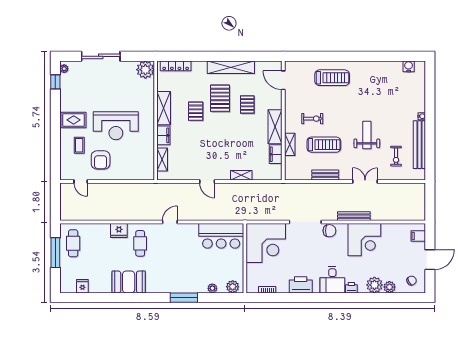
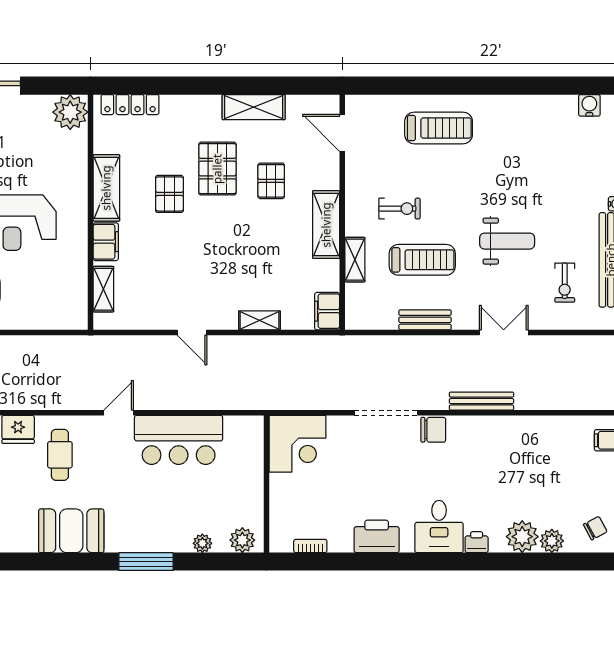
shelving: (231, 67) -> (254, 107), width x0.68
weight bench: (367, 135) -> (507, 241), turned 90
filing cabinet: (276, 154) -> (327, 311), moved
bar counter: (221, 236) -> (179, 440), moved
corner desk: (364, 240) -> (502, 447), removed
corner desk: (266, 243) -> (298, 444), width x0.74, depth x0.74
booth: (129, 282) -> (71, 531), moved

